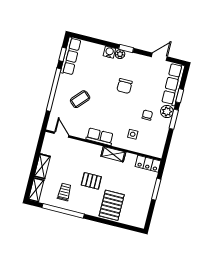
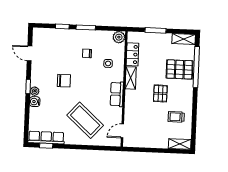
row of seats: (173, 84) -> (53, 35), removed
window: (54, 90) -> (81, 147), removed
coffee table: (80, 99) -> (85, 120), width x1.86, depth x1.72
plant: (167, 112) -> (119, 37), moved
locker: (148, 164) -> (132, 54), moved
shelving: (42, 166) -> (184, 39), moved
window: (63, 211) -> (196, 67), moved

